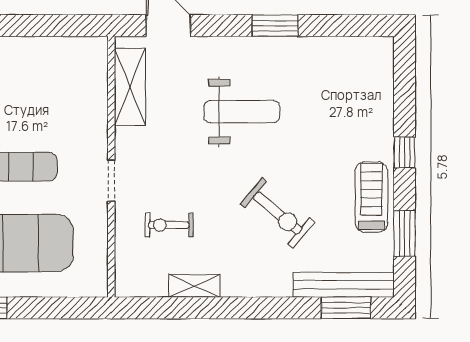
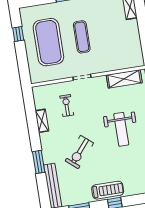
treadmill: (371, 197) -> (108, 190), moved
window: (346, 308) -> (39, 162), moved

